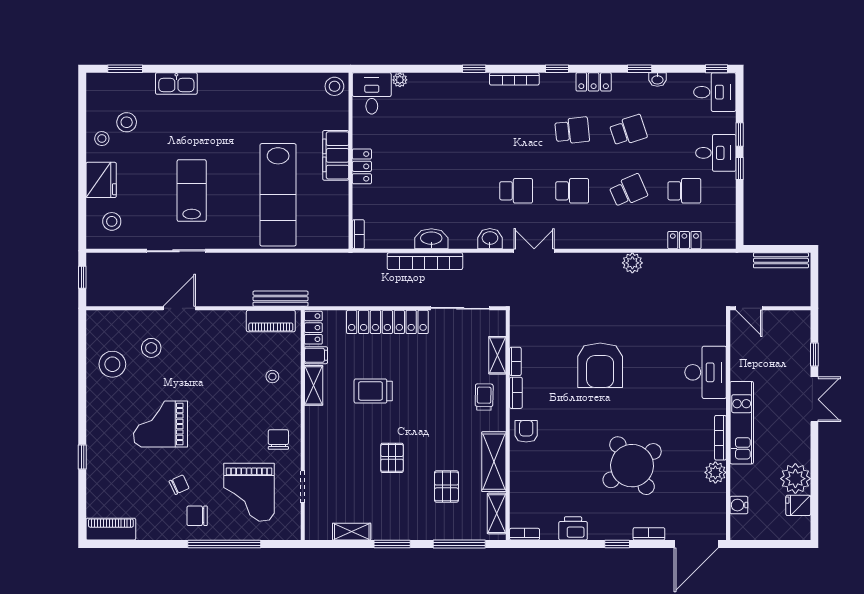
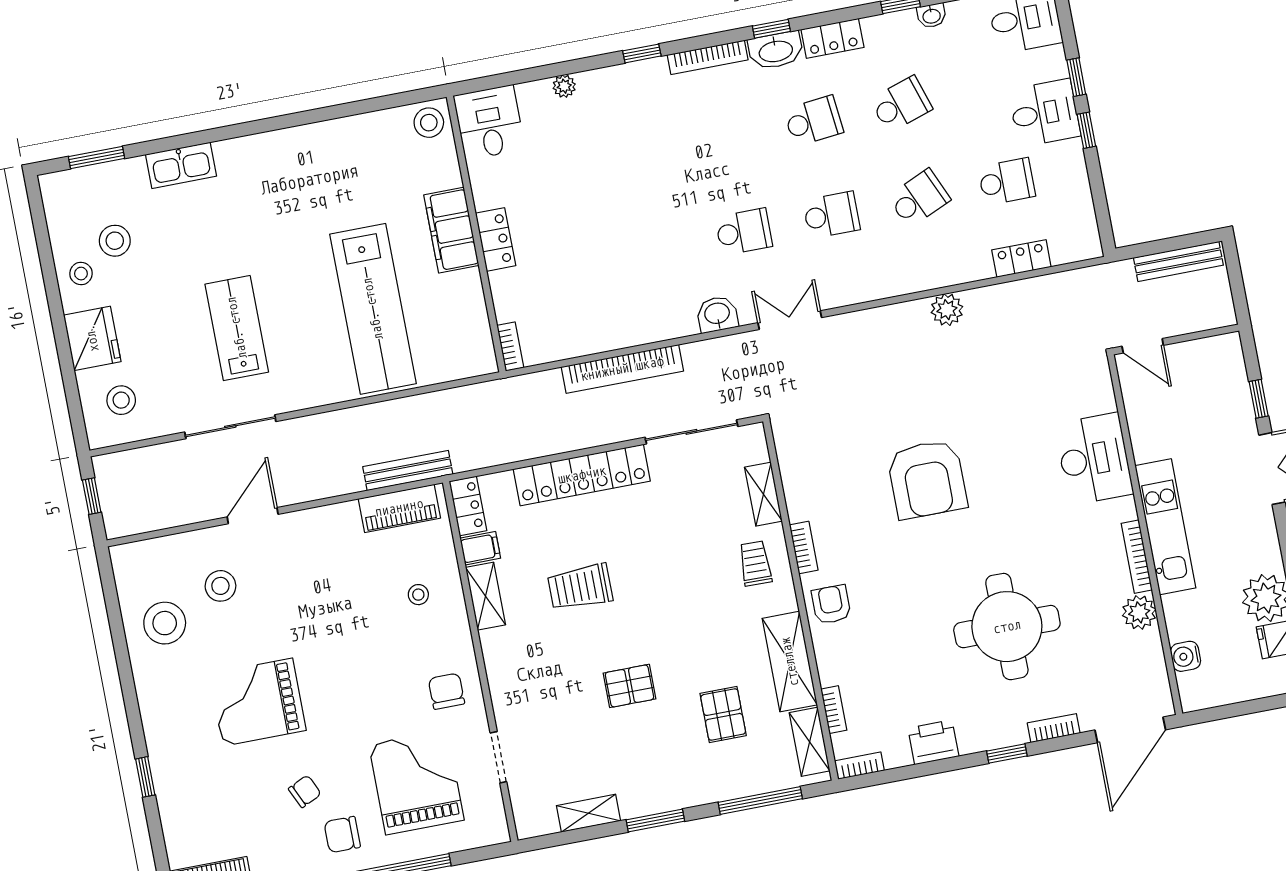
plant: (400, 80) -> (564, 86), moved
washbasin: (431, 239) -> (776, 50), moved, turned 180
bookcase: (515, 361) -> (834, 710), moved
pallet: (392, 458) -> (630, 686), turned 90
round table: (632, 466) -> (1007, 627), turned 34
grand piano: (249, 492) -> (416, 782), turned 180

